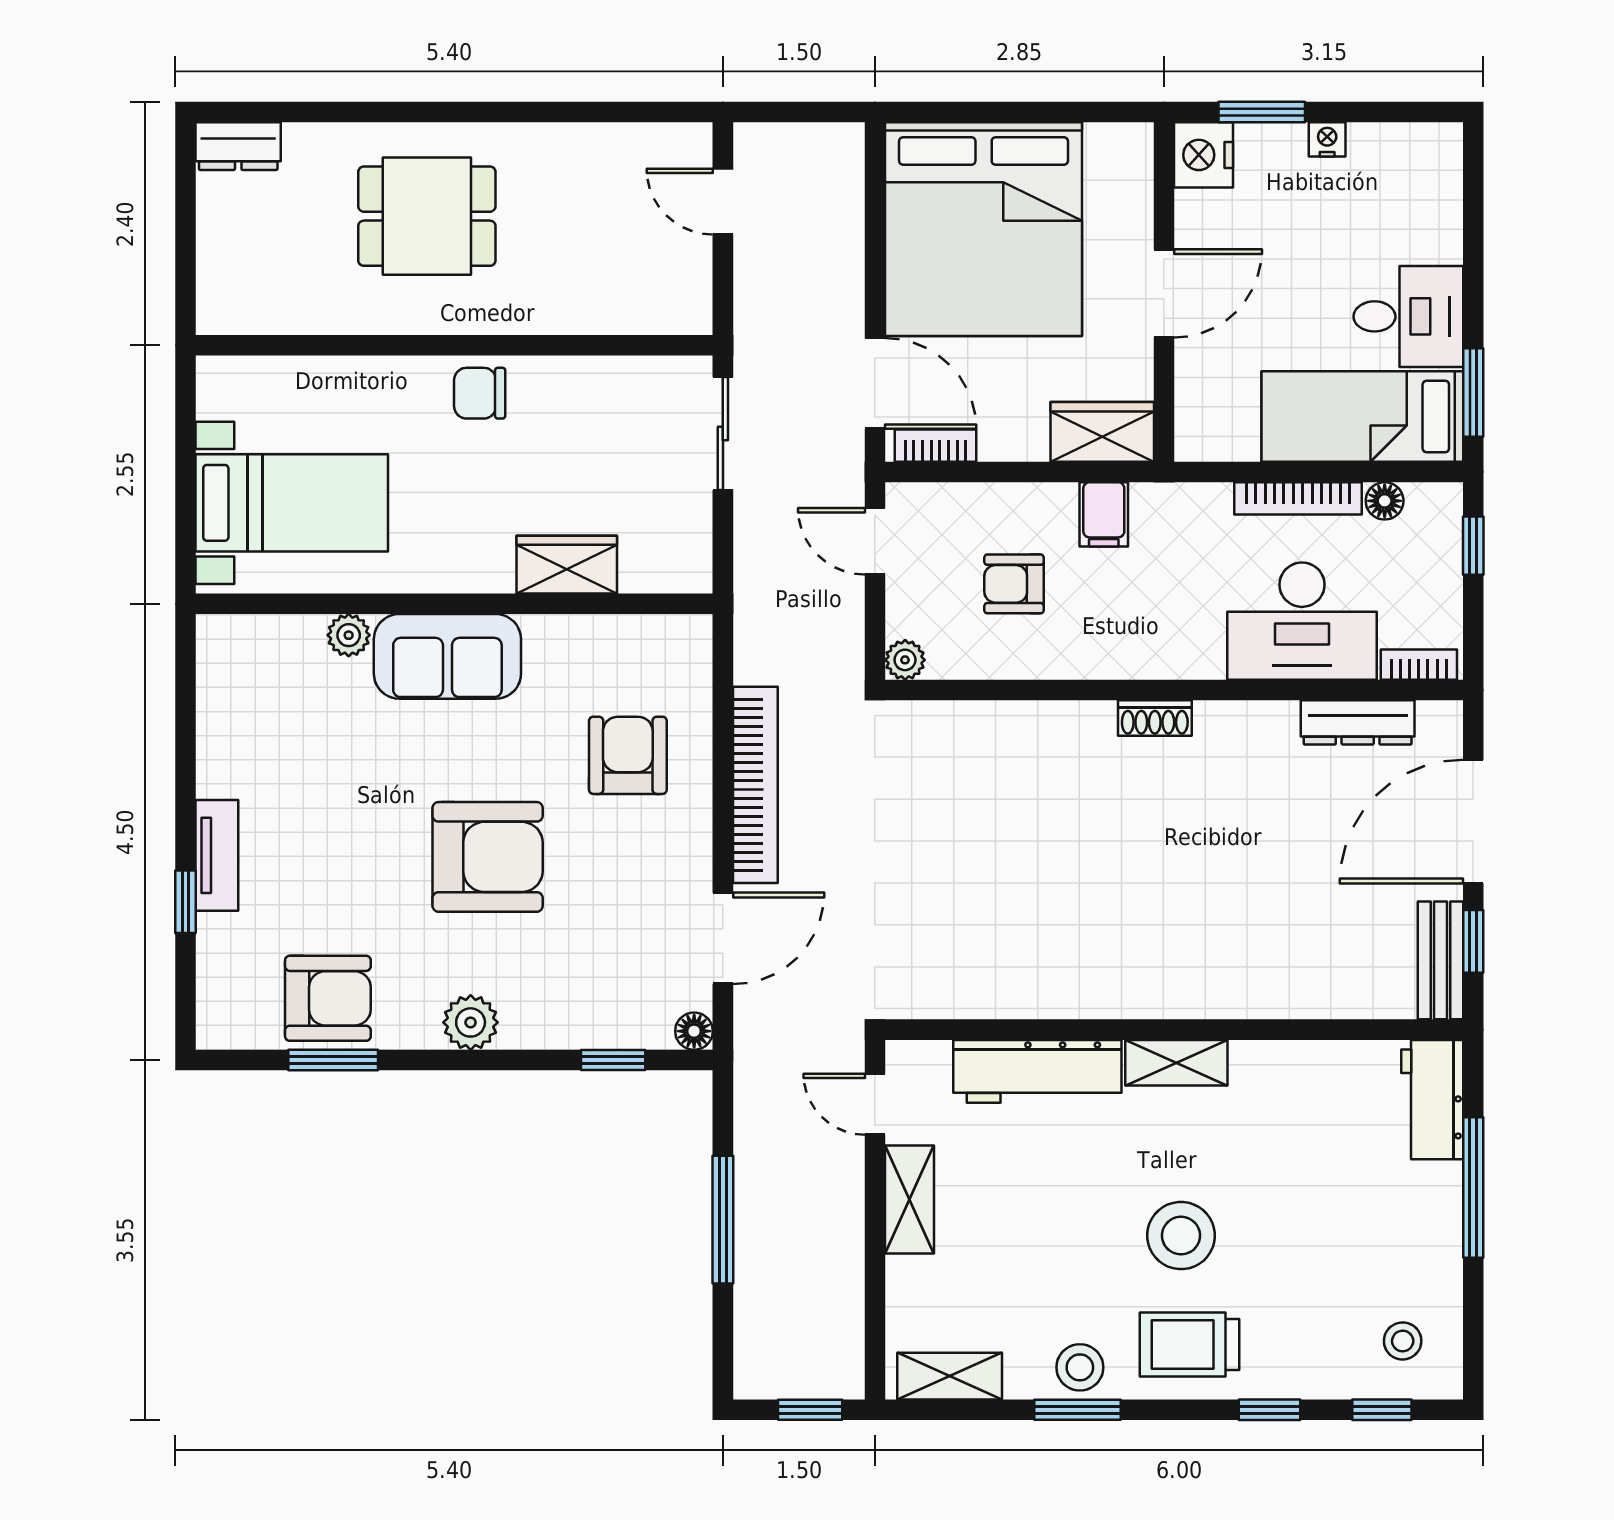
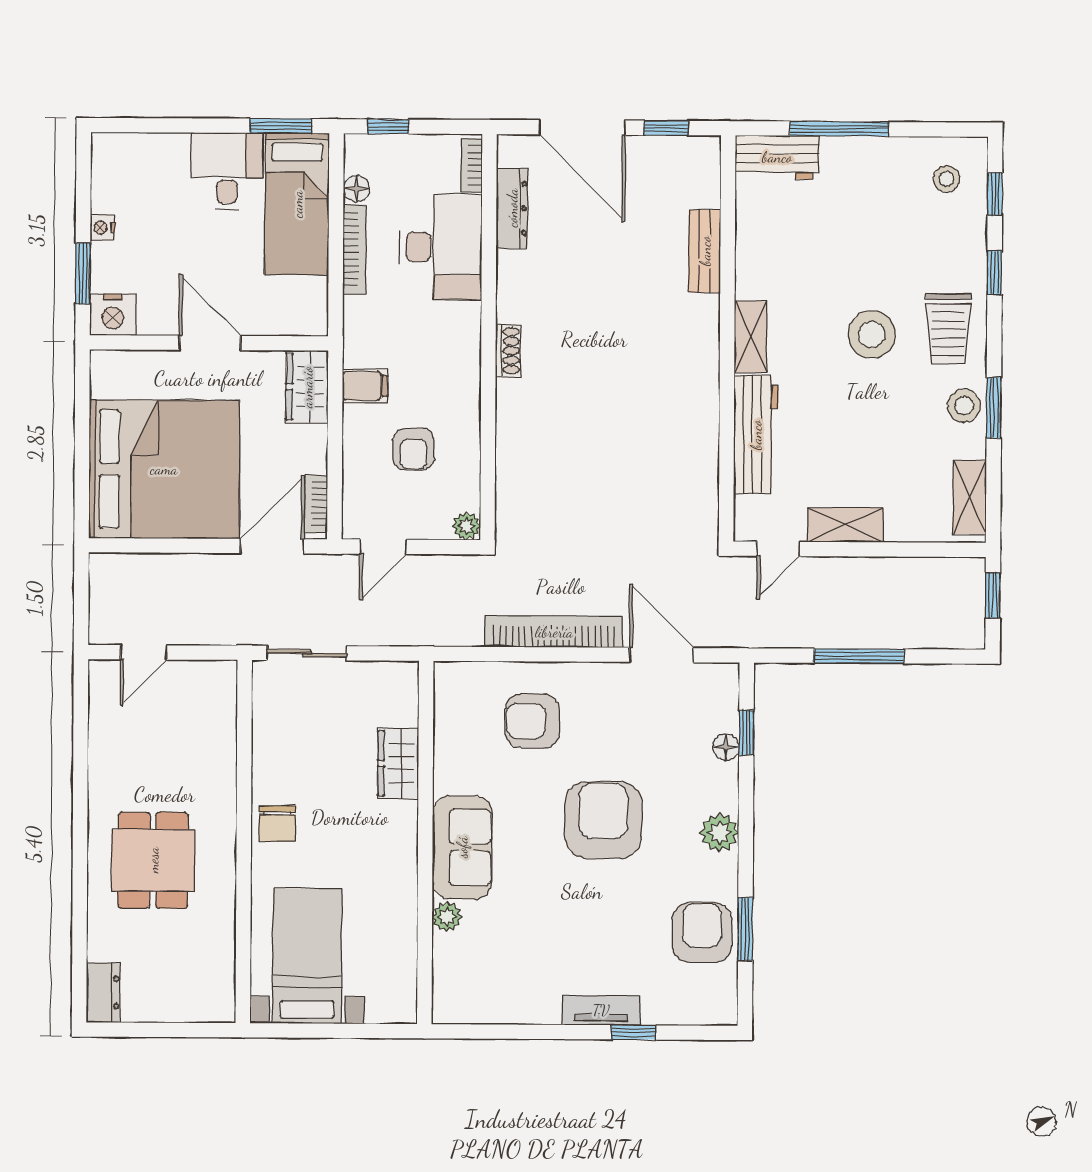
bed with nightstands: (292, 503) -> (307, 956), moved
bench: (1440, 960) -> (705, 251), moved, turned 90
floor lamp: (694, 1031) -> (726, 747), moved

